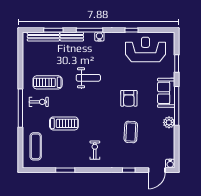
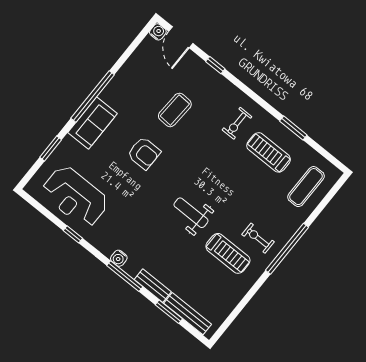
weight bench: (88, 78) -> (191, 213), moved
armchair: (129, 98) -> (144, 153), turned 90
plant: (169, 122) -> (119, 84), removed
treadmill: (64, 123) -> (269, 152), moved
door: (157, 170) -> (181, 37), swing flipped

